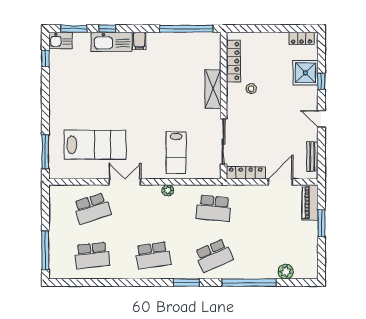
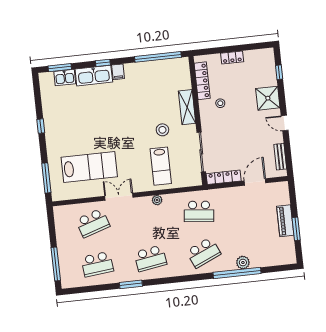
window: (107, 29) -> (103, 63), moved
locker: (302, 38) -> (232, 57), moved
kitchen sink: (60, 41) -> (65, 78), moved
window: (45, 58) -> (41, 126), moved
shower: (305, 73) -> (268, 98), moved
window: (321, 81) -> (279, 72), moved
stool: (182, 112) -> (162, 130), added
piano: (310, 202) -> (285, 221), moved
window: (321, 223) -> (296, 229), moved
plant: (286, 272) -> (243, 263), moved
window: (186, 283) -> (131, 284), moved

